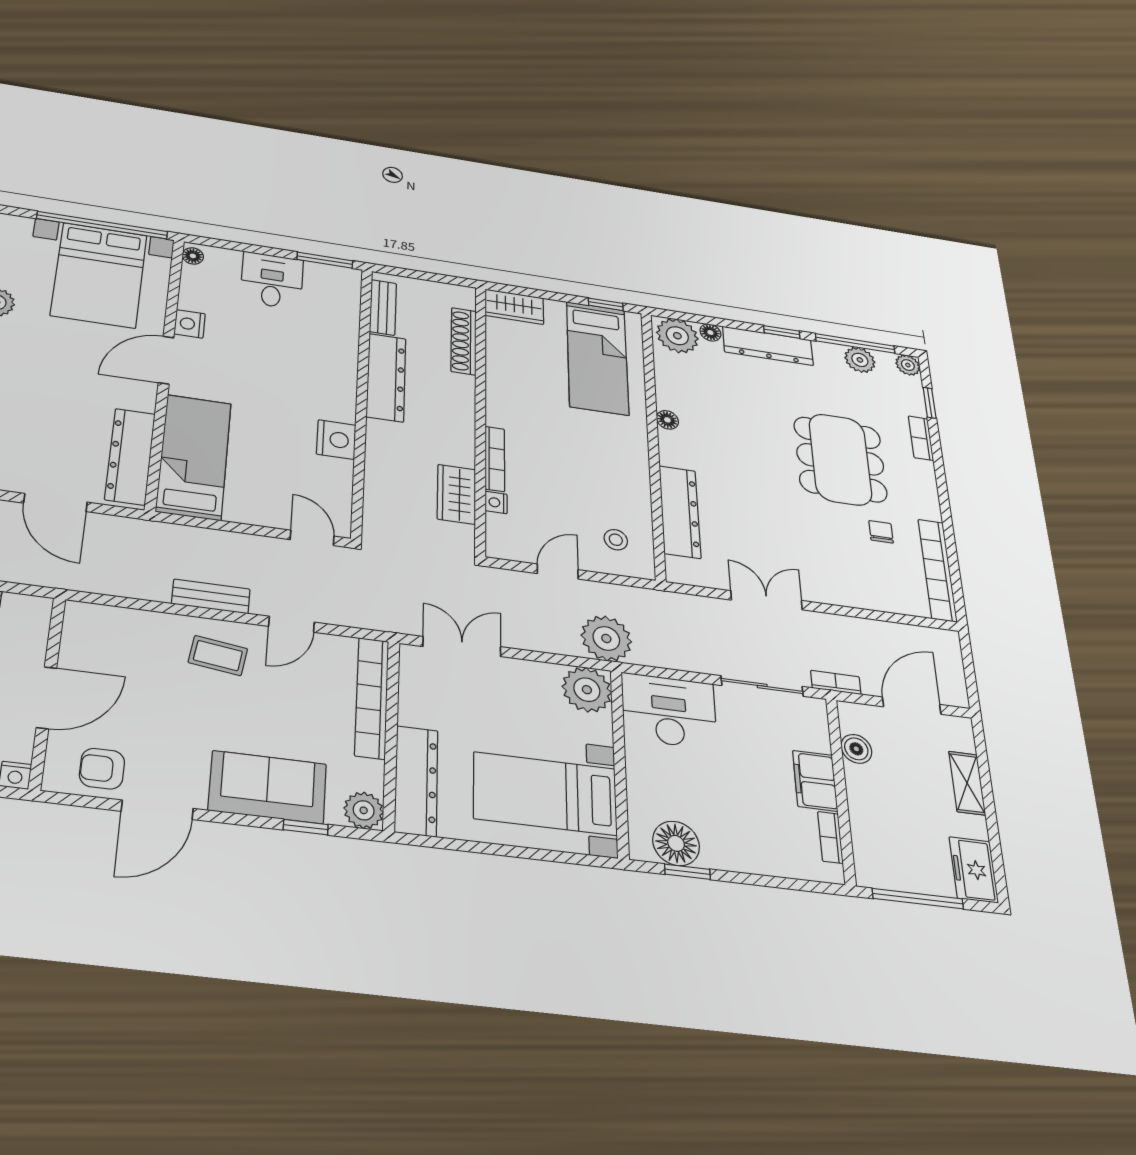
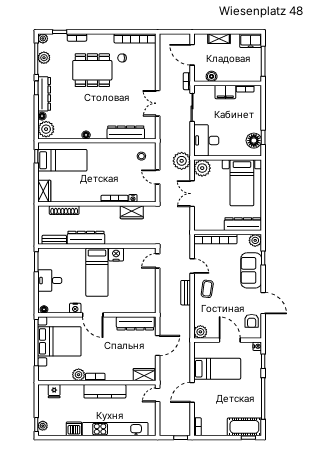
bed: (194, 457) -> (97, 272), moved, turned -90
plant: (84, 620) -> (200, 332), added
double door: (462, 647) -> (192, 194), moved

